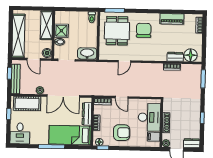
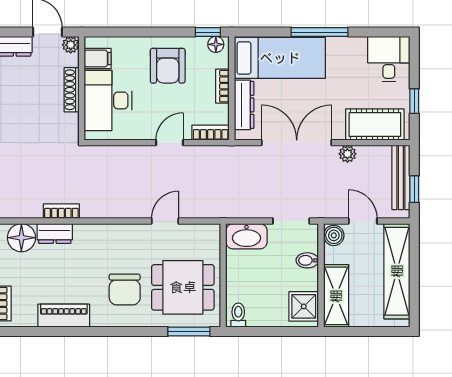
shower: (61, 31) -> (304, 306), moved
dining table: (117, 31) -> (183, 287), turned 90
door: (122, 97) -> (170, 143), hinge flipped
armchair: (122, 133) -> (168, 66), turned -89

